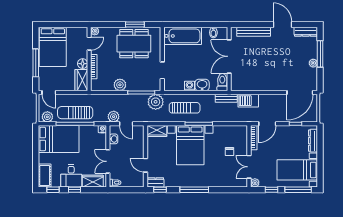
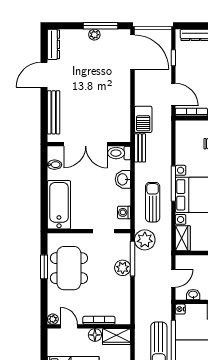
window: (320, 54) -> (101, 26), moved
plant: (120, 85) -> (123, 268), moved
washing machine: (189, 86) -> (124, 212), moved
plant: (114, 117) -> (164, 295), removed

